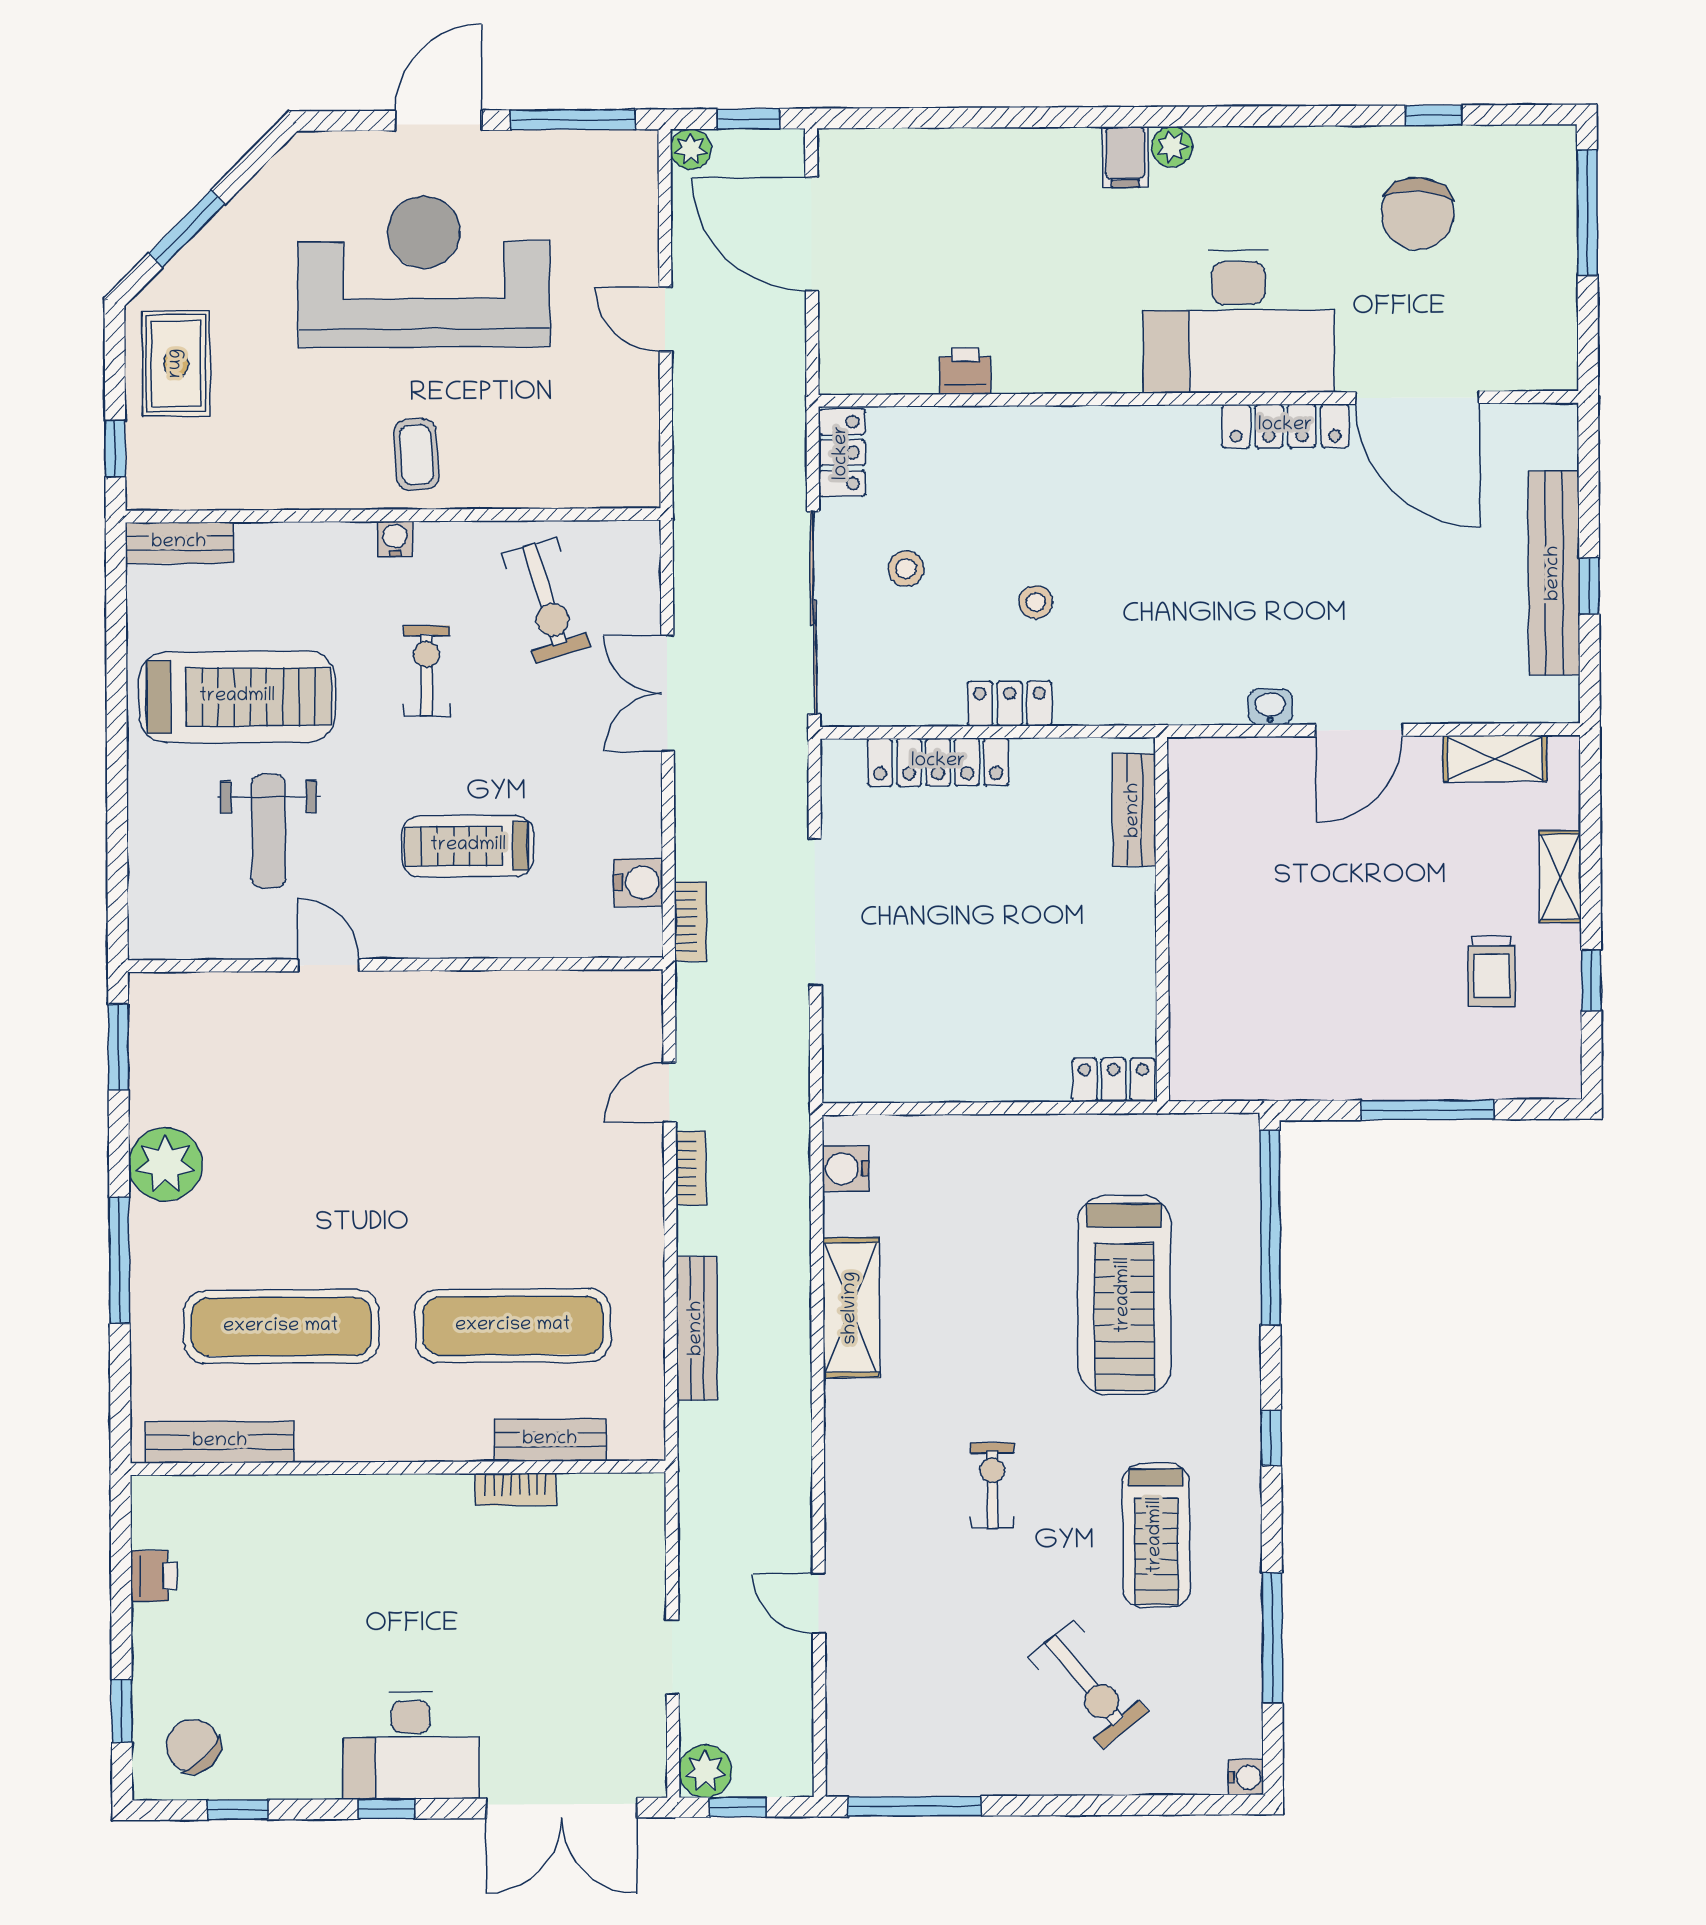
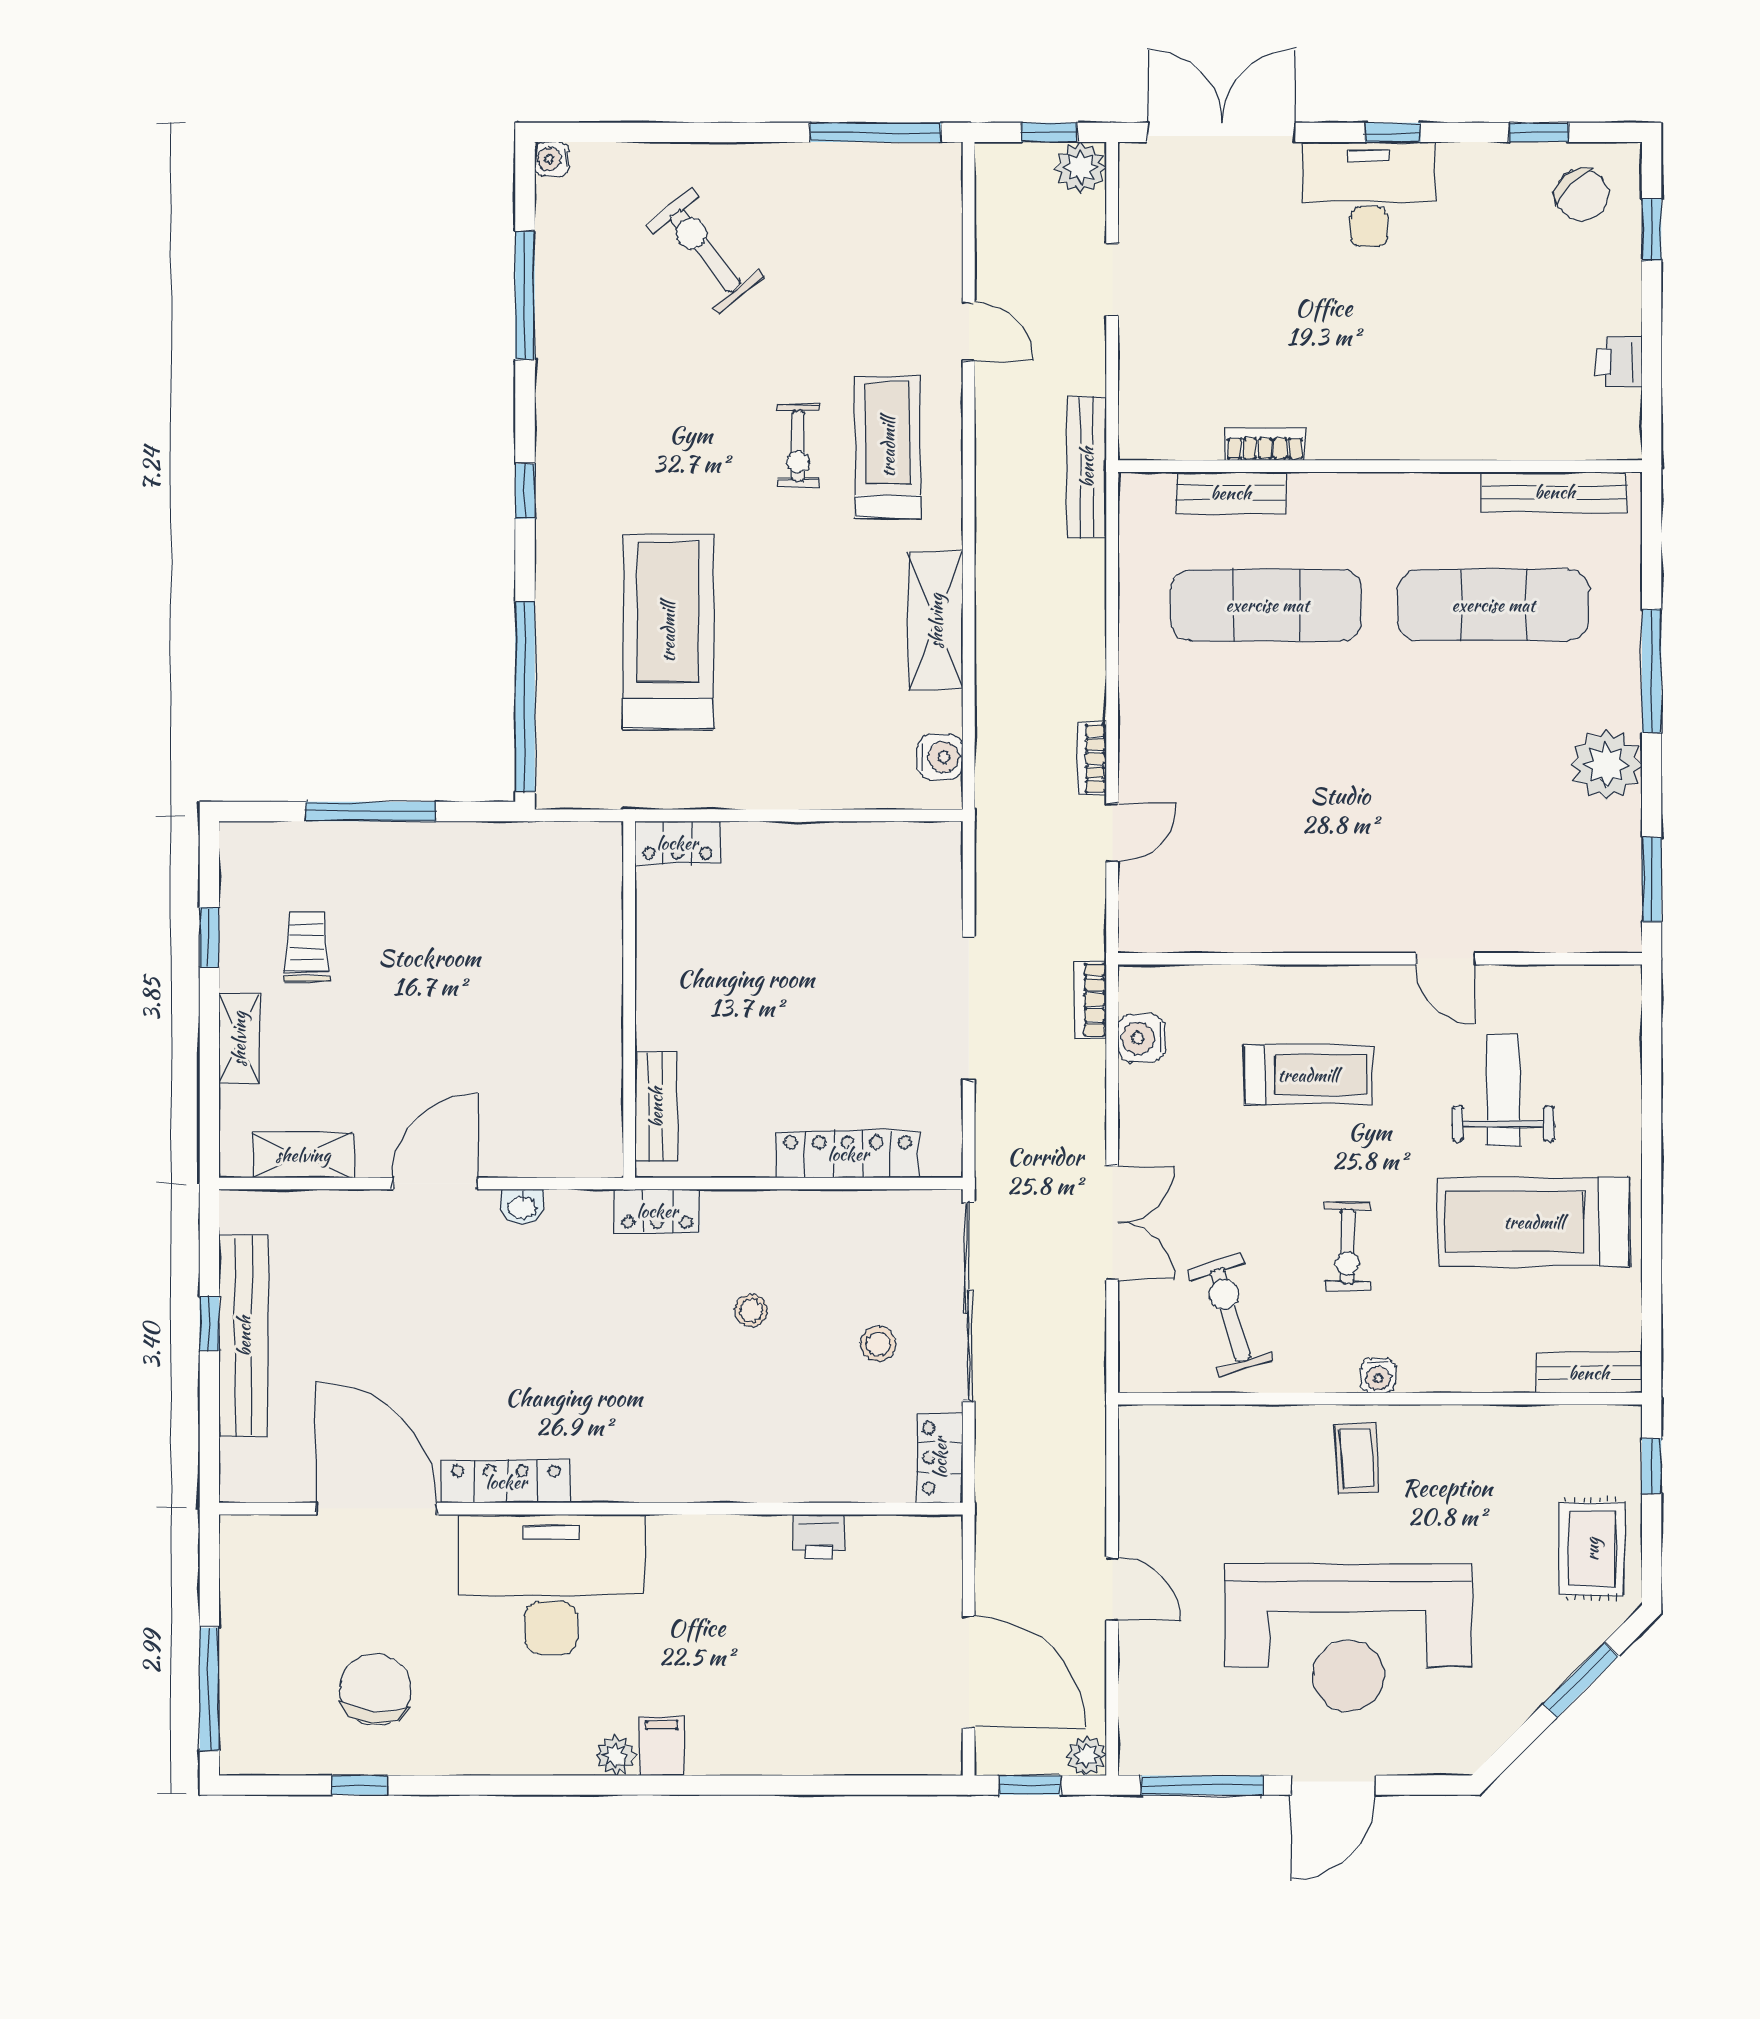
locker: (1010, 704) -> (657, 1211), moved
bench: (697, 1328) -> (1087, 467), moved
treadmill: (1156, 1535) -> (888, 447), moved

